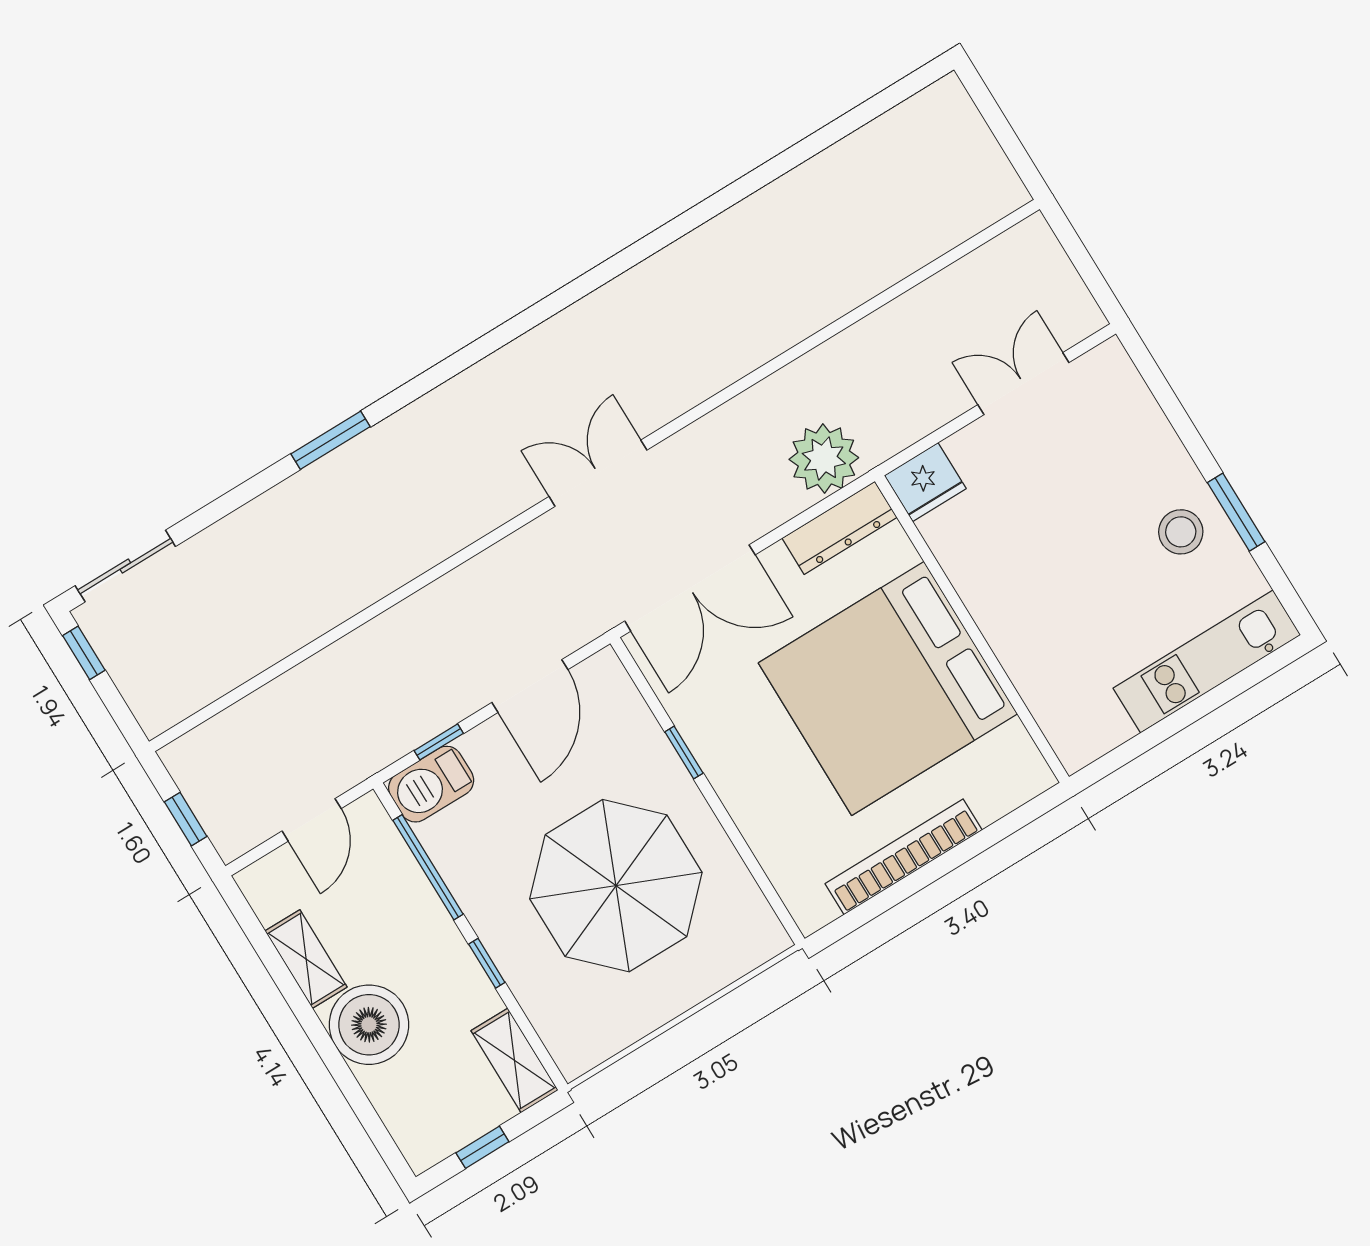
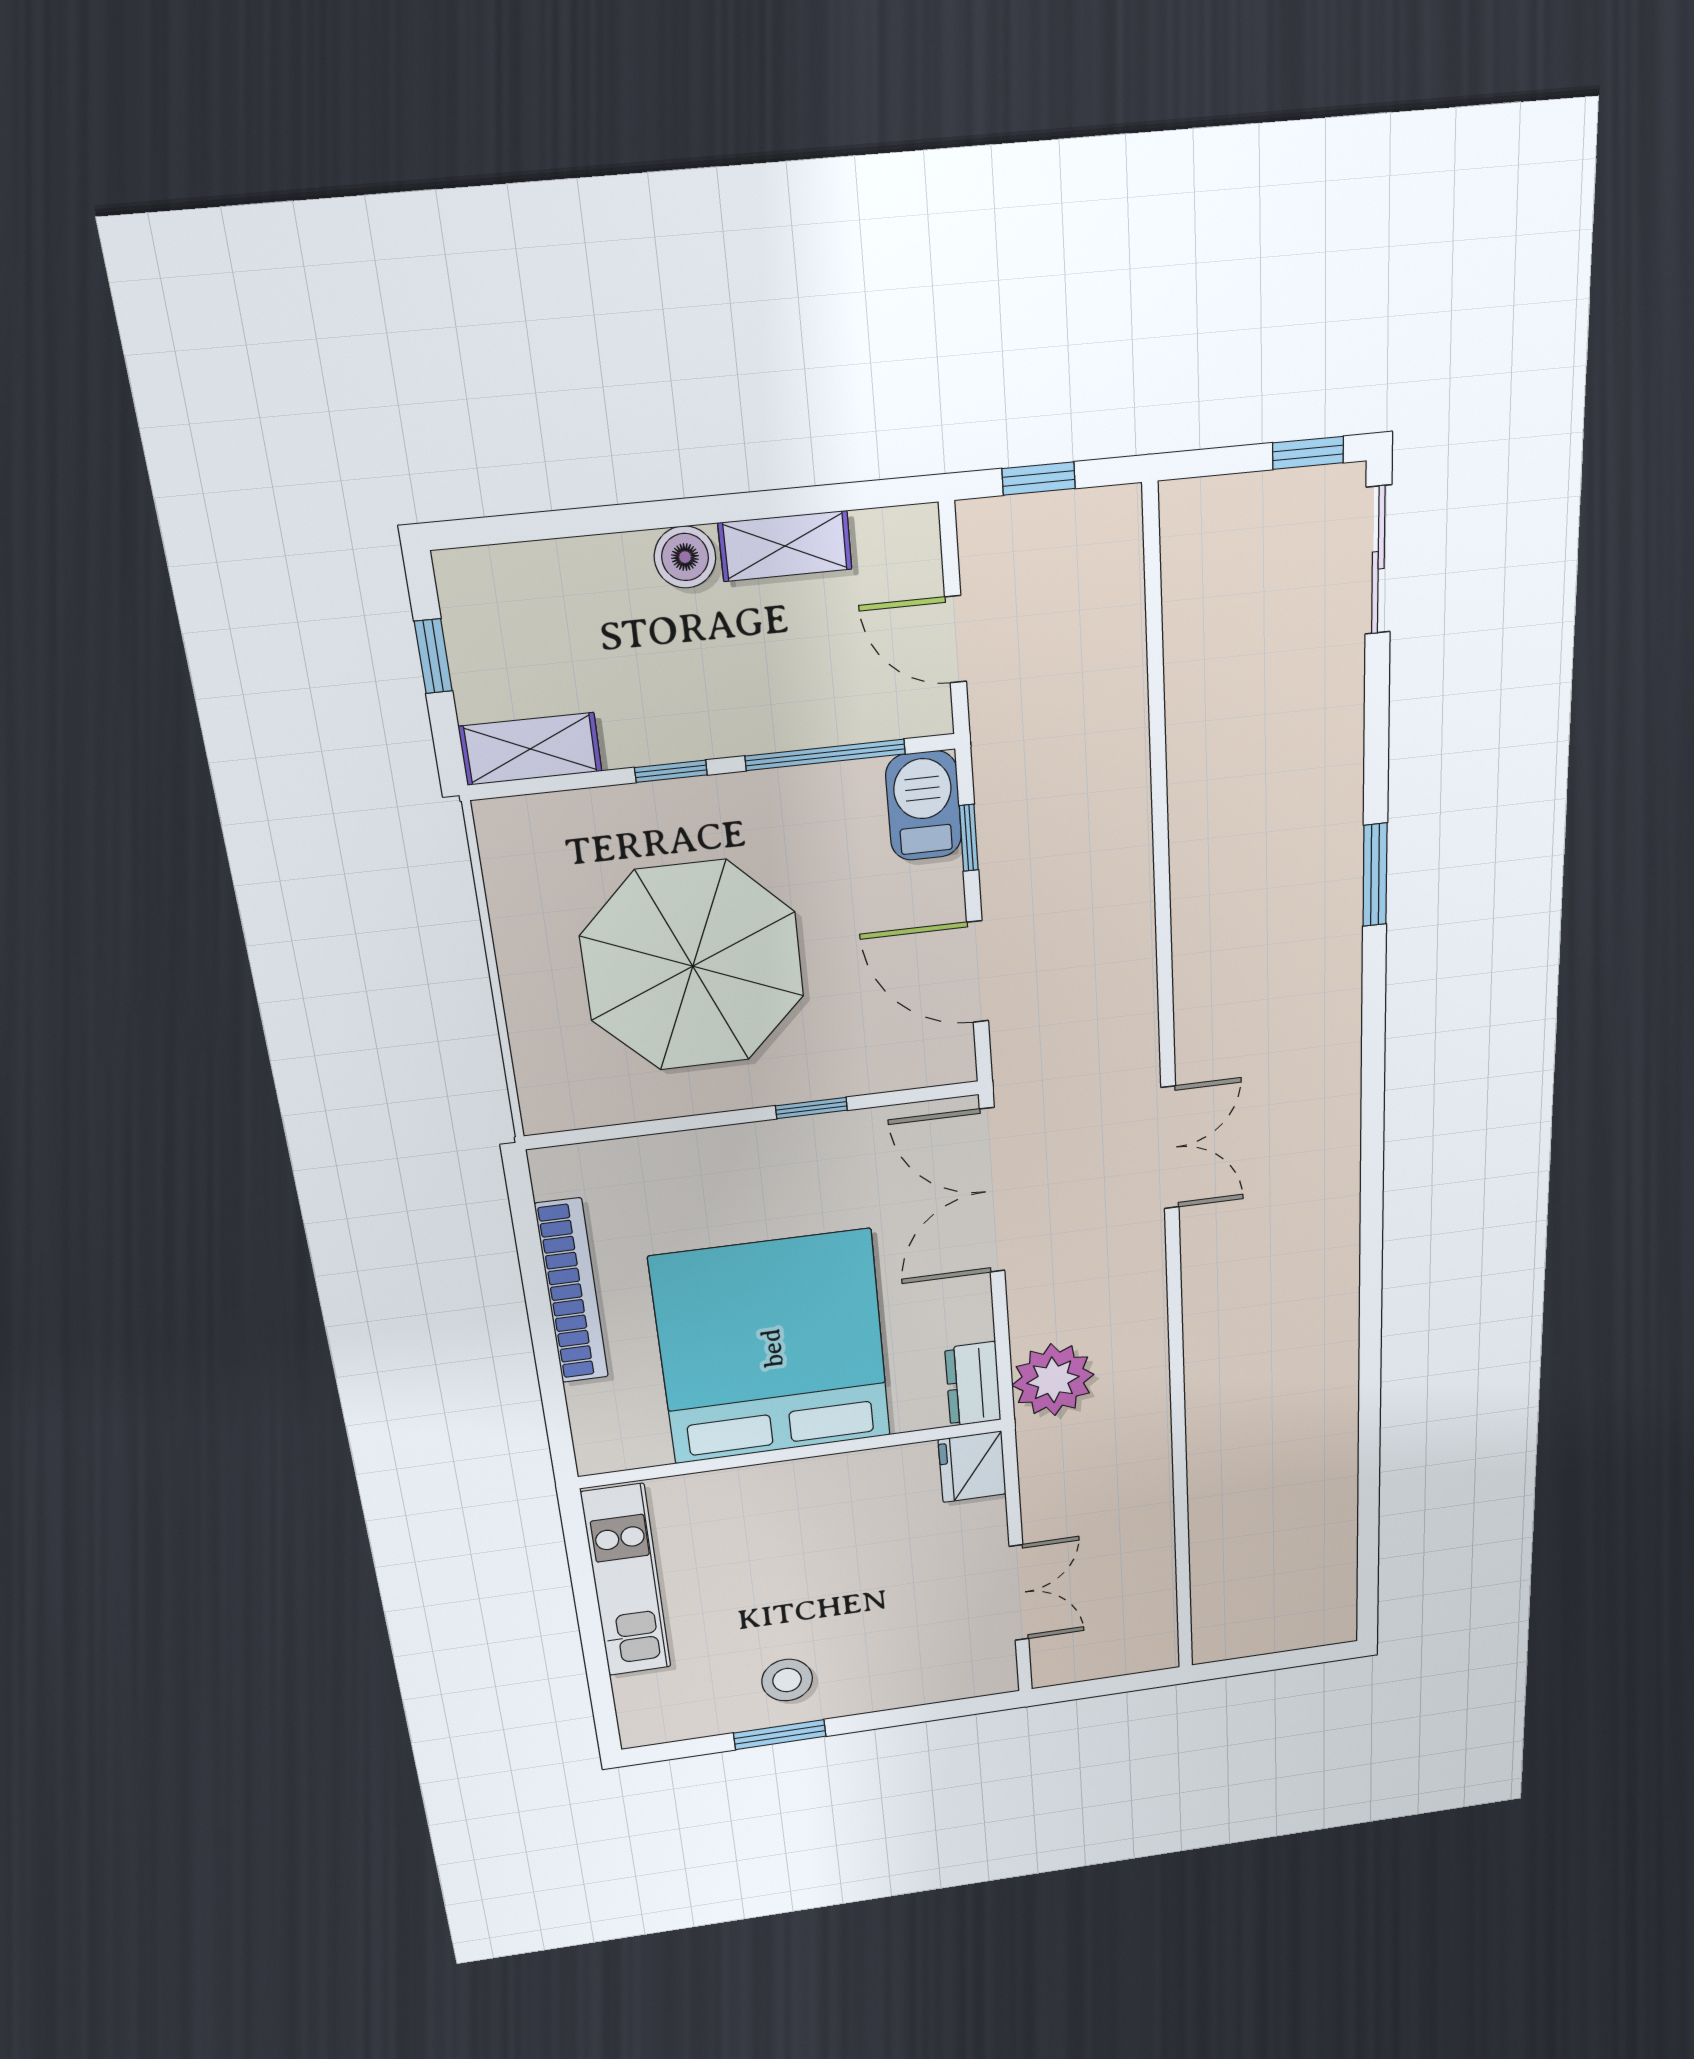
dresser: (839, 528) -> (973, 1384), width x0.70
kitchen unit: (1207, 662) -> (626, 1581), moved
boiler: (369, 1025) -> (685, 557), width x0.54, depth x0.54

